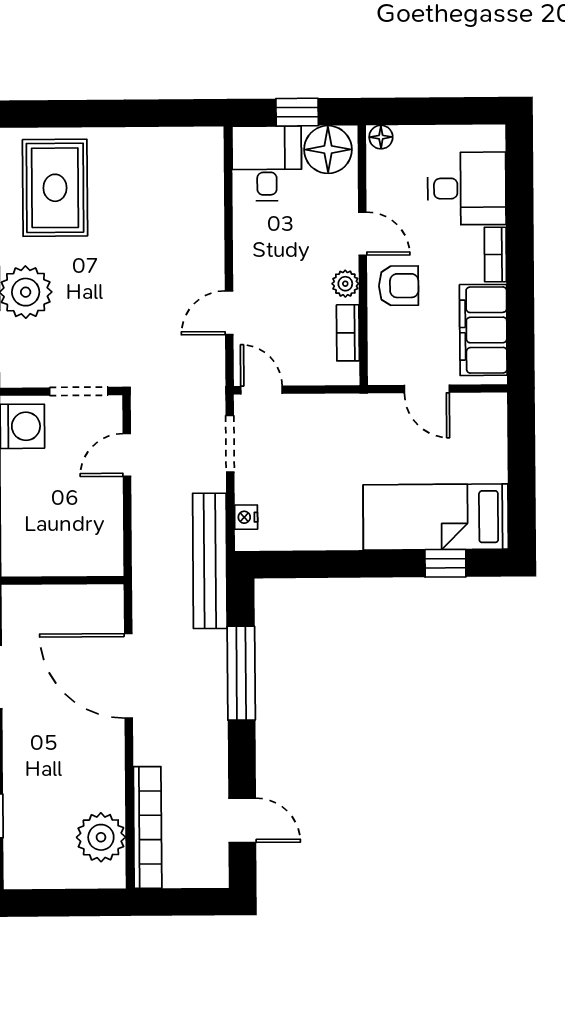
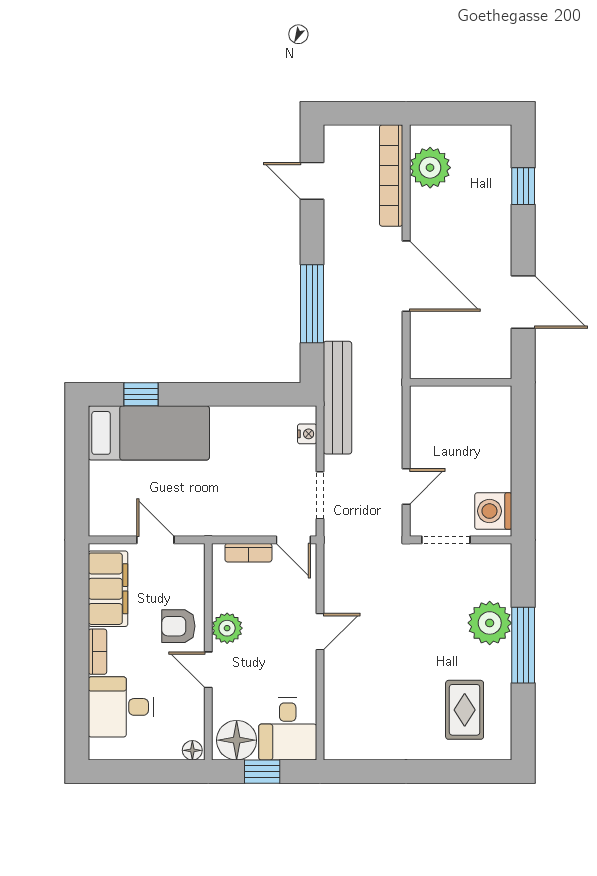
rug: (55, 188) -> (465, 710), width x0.73, depth x0.70
plant: (345, 284) -> (227, 628), width x1.38, depth x1.38
door: (229, 313) -> (320, 632), moved
bookcase: (348, 333) -> (248, 553), moved, turned 90
door: (129, 676) -> (406, 276), moved

